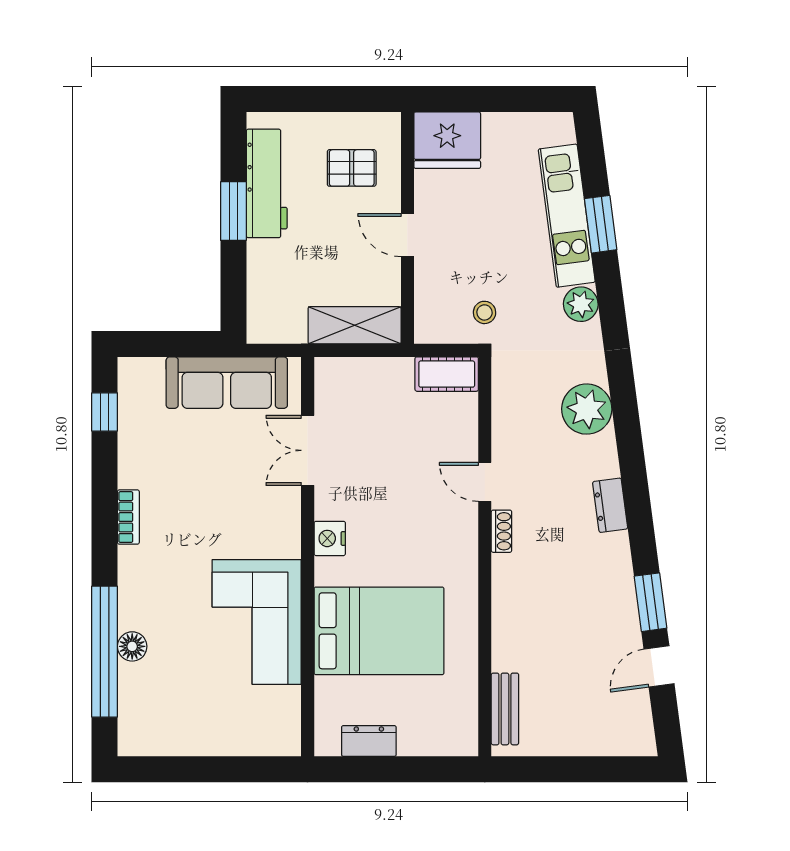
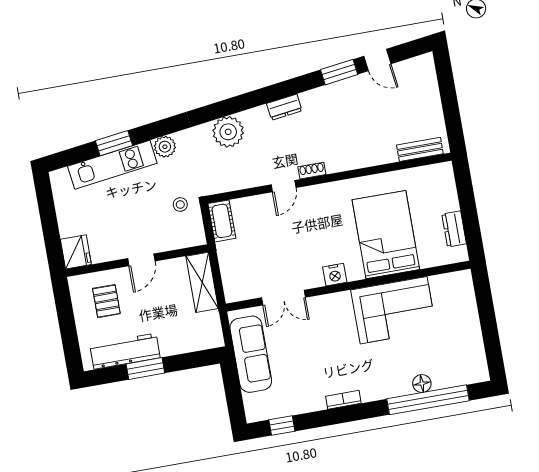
fridge: (447, 140) -> (76, 252), width x0.73, depth x0.75

